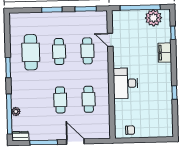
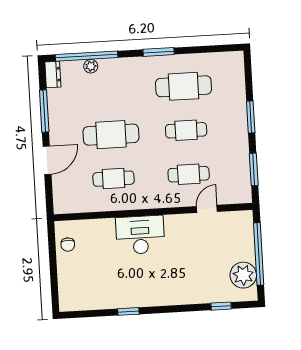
filing cabinet: (165, 53) -> (190, 294), removed
cafe table: (60, 100) -> (111, 135), width x1.37, depth x1.35

